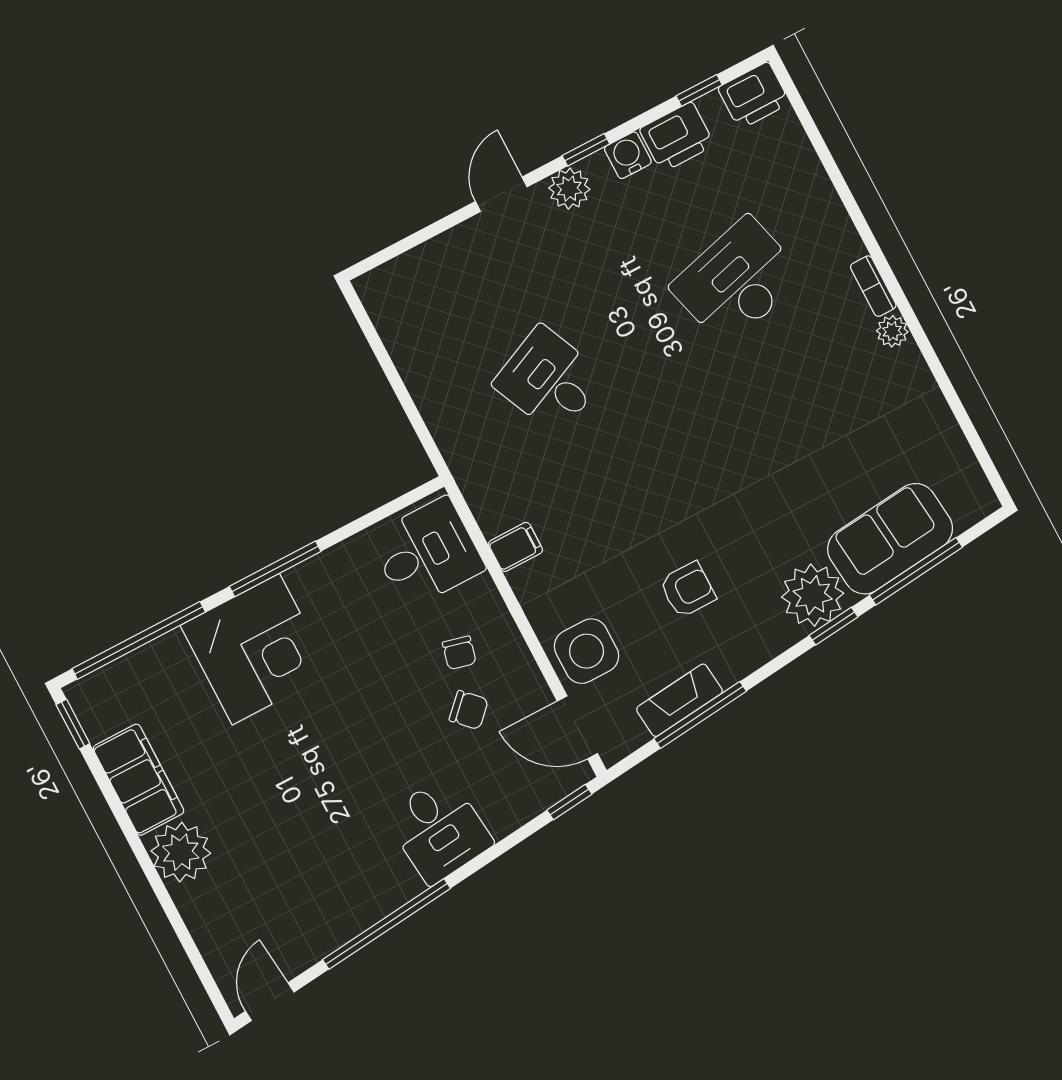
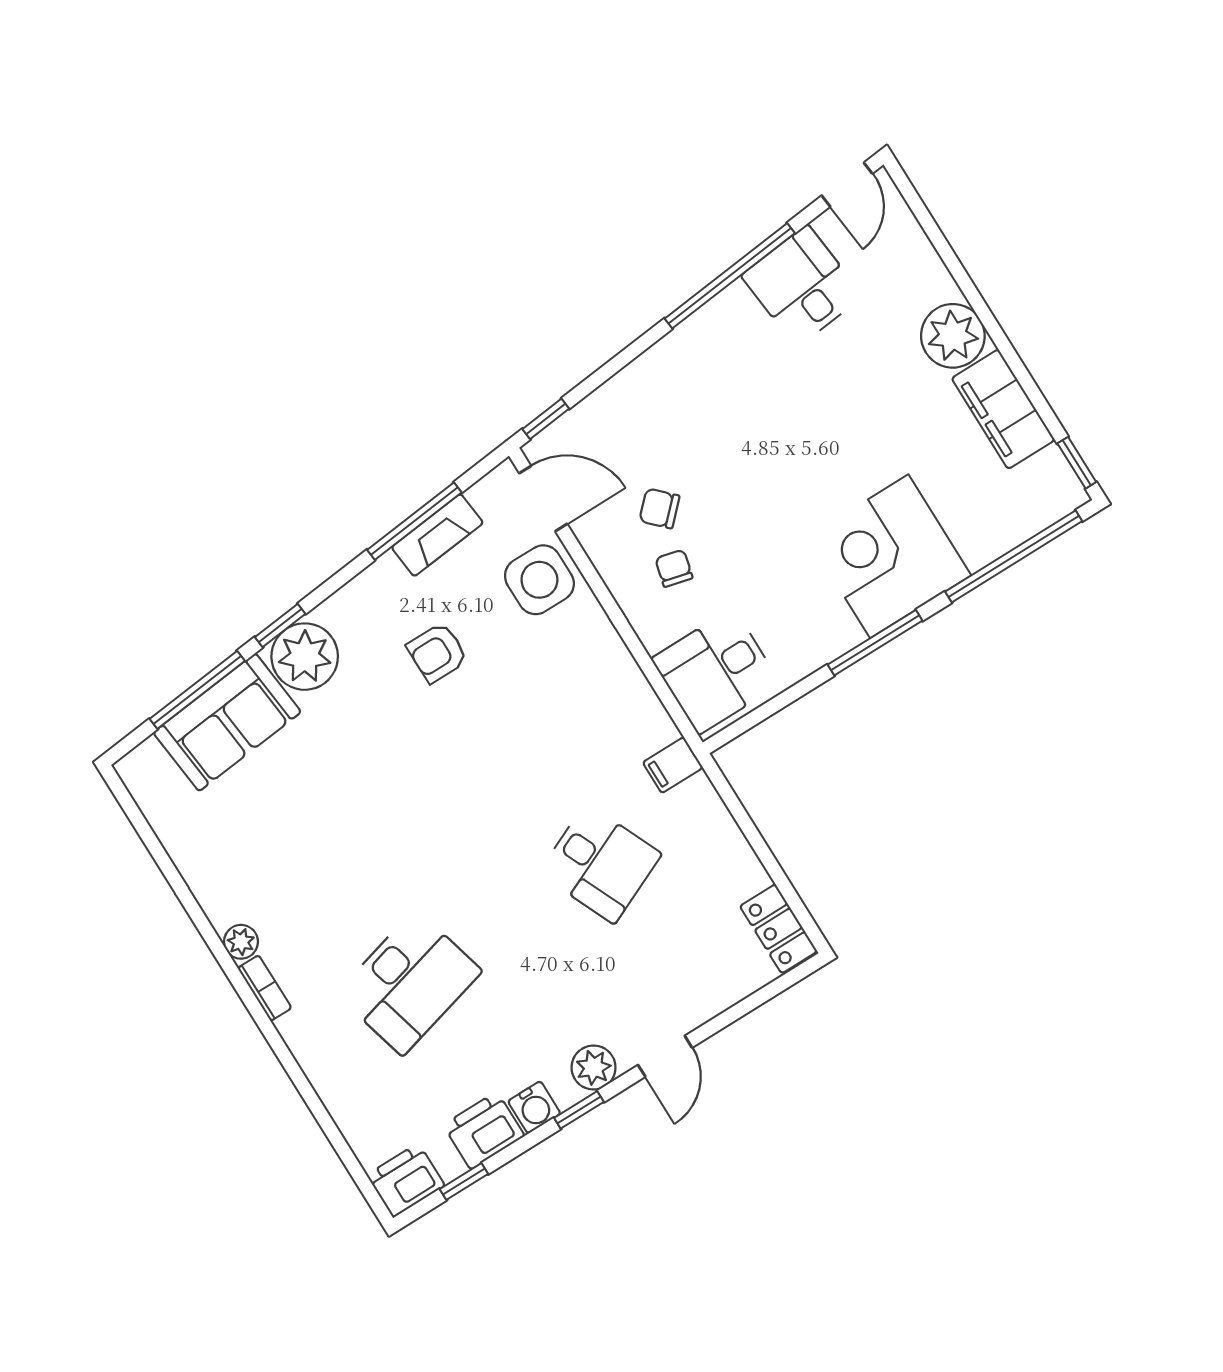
locker: (386, 306) -> (779, 929), added
filing cabinet: (516, 547) -> (673, 765), moved
desk: (439, 830) -> (802, 286), moved

